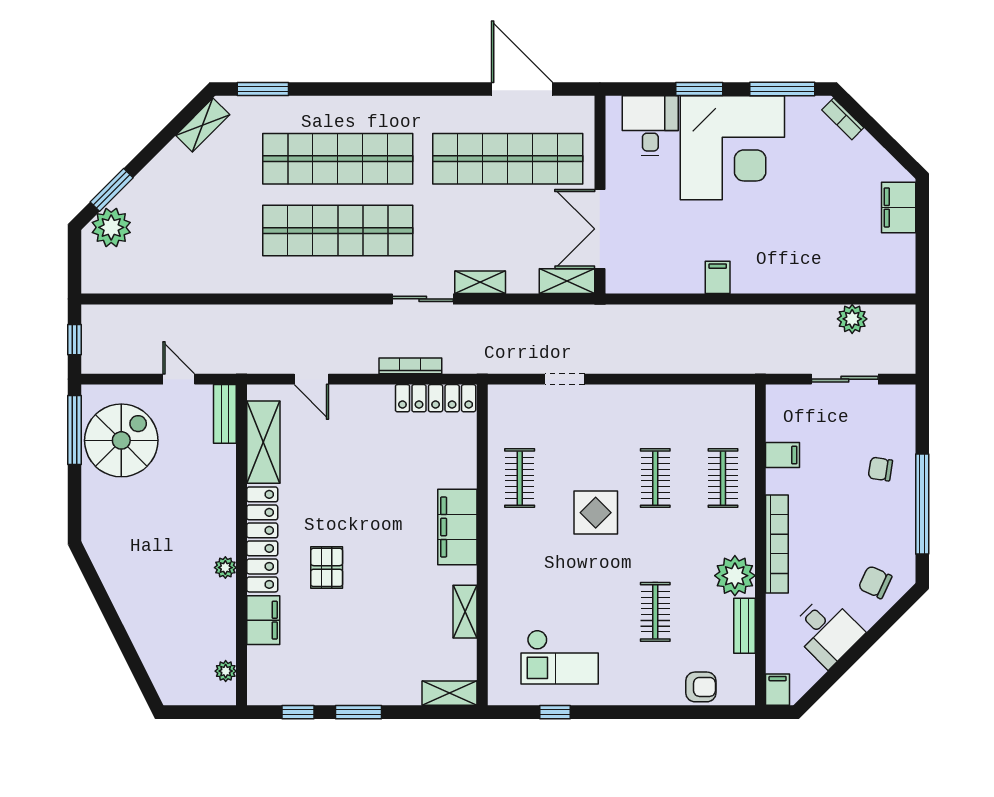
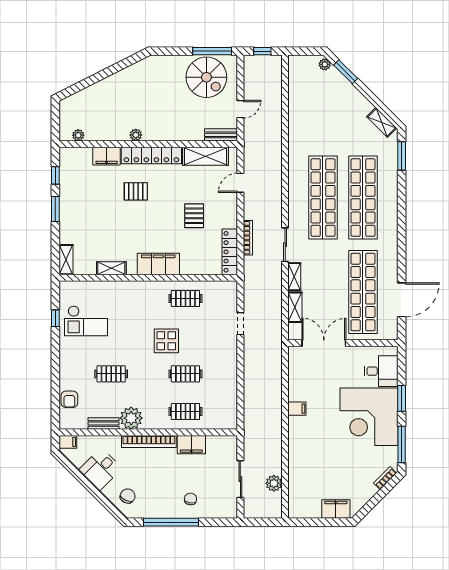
plant: (111, 227) -> (325, 64), width x0.53, depth x0.53
shelving: (567, 281) -> (295, 307), moved
filing cabinet: (783, 455) -> (191, 445), width x2.00
pallet: (371, 463) -> (194, 216), added
checkout: (560, 657) -> (86, 321), turned -90

